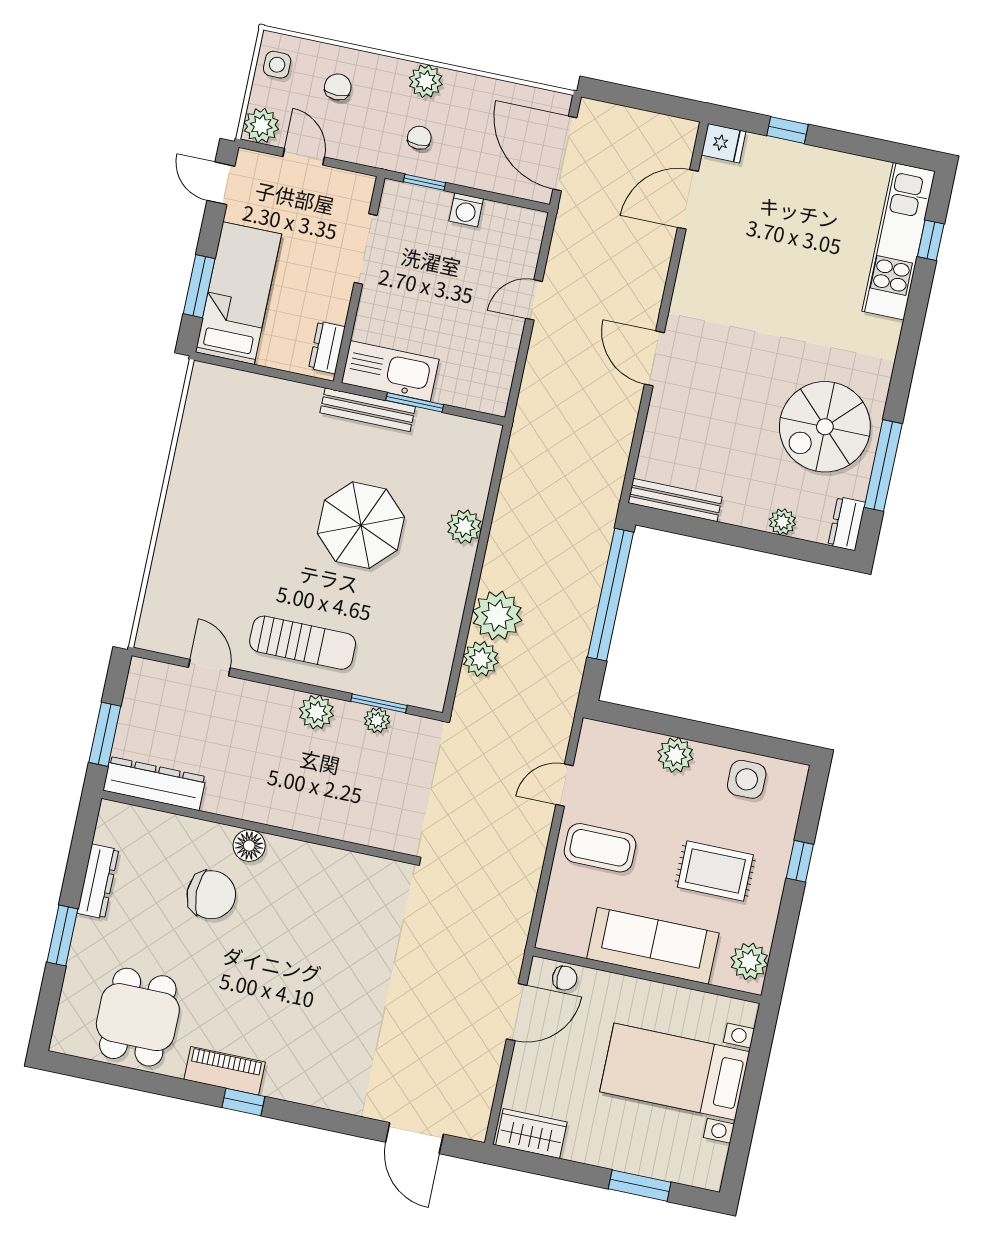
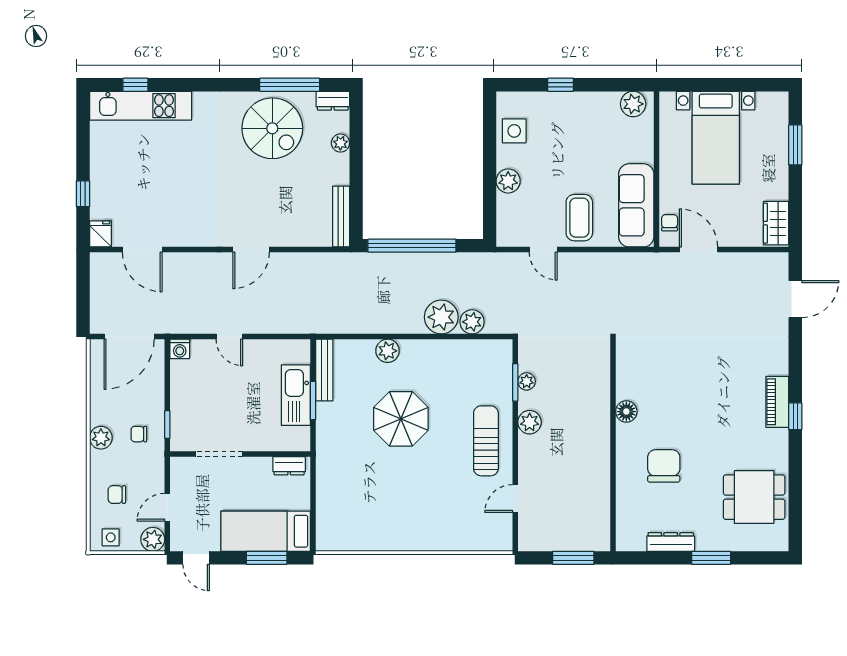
door: (221, 183) -> (196, 558), hinge flipped
washing machine: (466, 210) -> (180, 349), moved, turned 90
kitchen sink: (390, 371) -> (296, 395), moved
bench: (368, 410) -> (324, 370), moved
dresser: (154, 784) -> (599, 518), removed
floor lamp: (249, 846) -> (626, 412), moved
rug: (715, 871) -> (579, 139), removed
sofa: (653, 946) -> (636, 205), moved
piano: (225, 1071) -> (777, 402), moved

